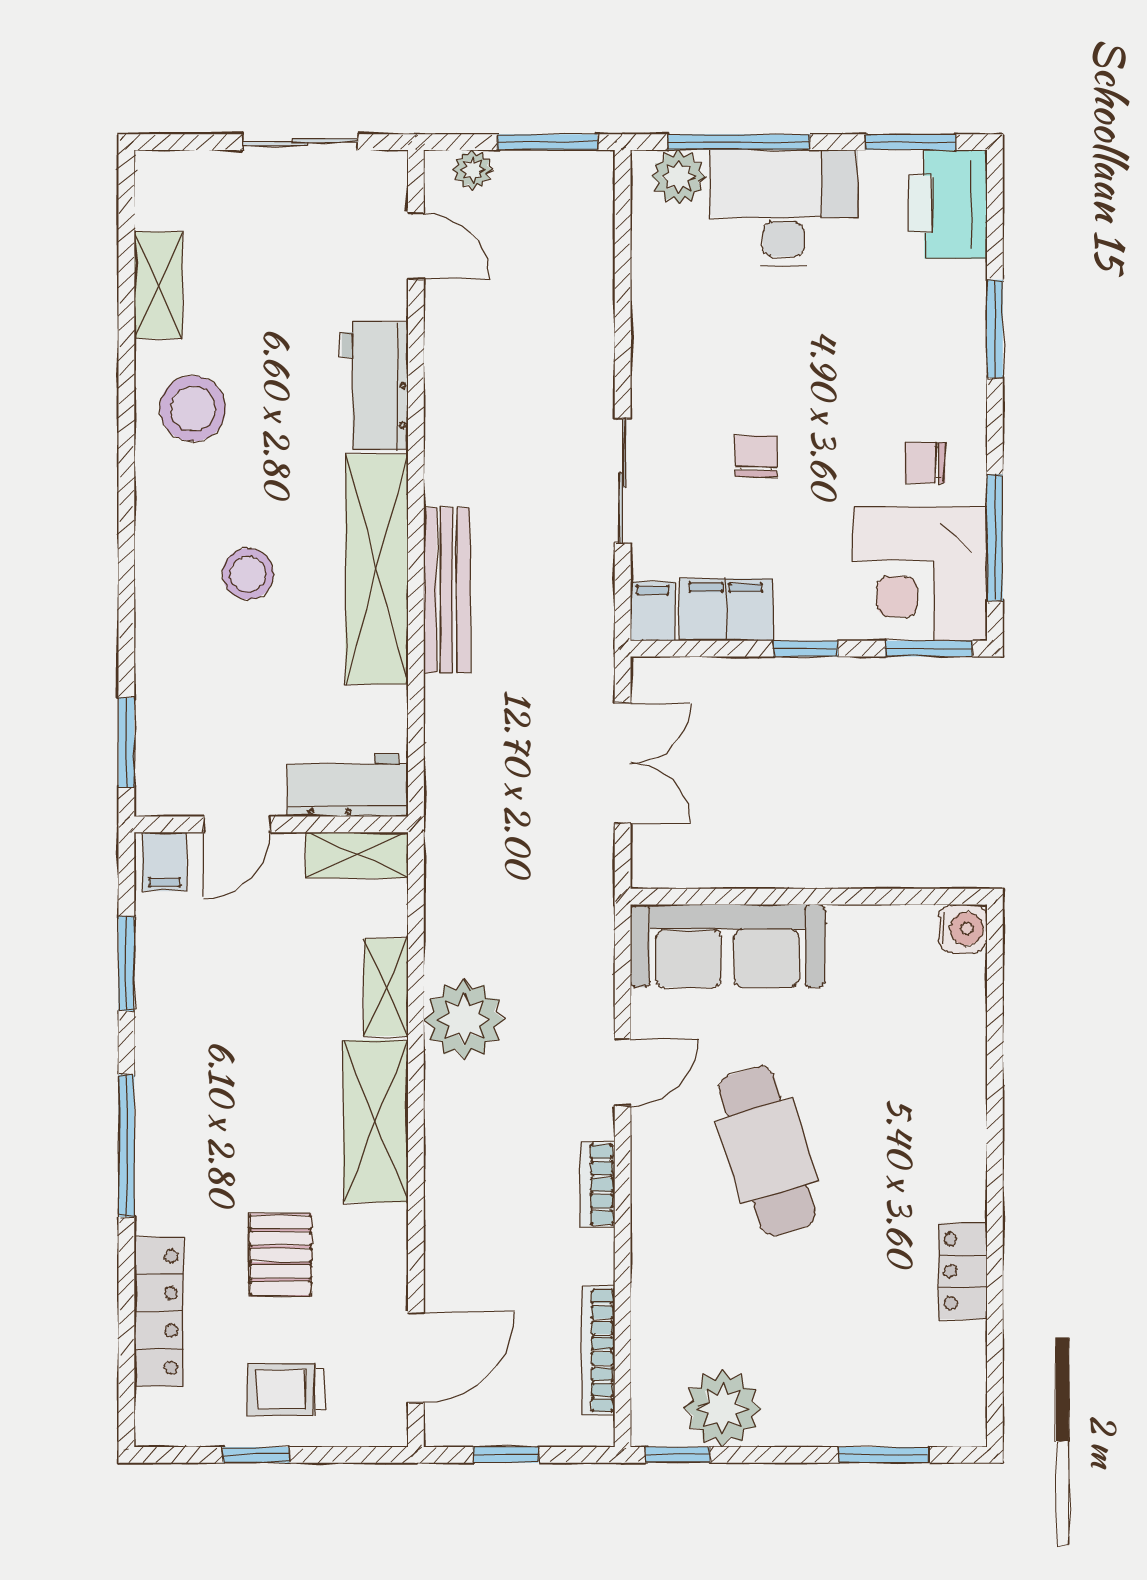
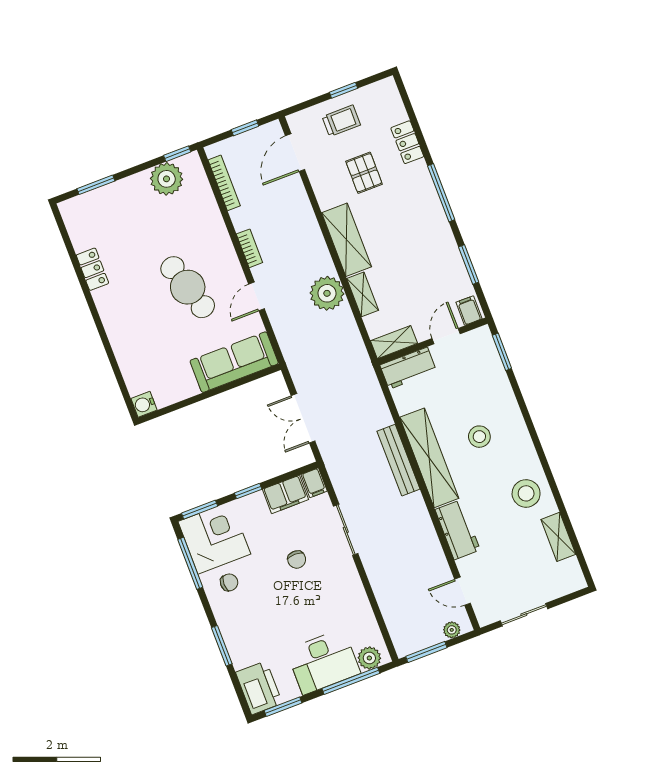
locker: (159, 1312) -> (407, 142), width x0.66

